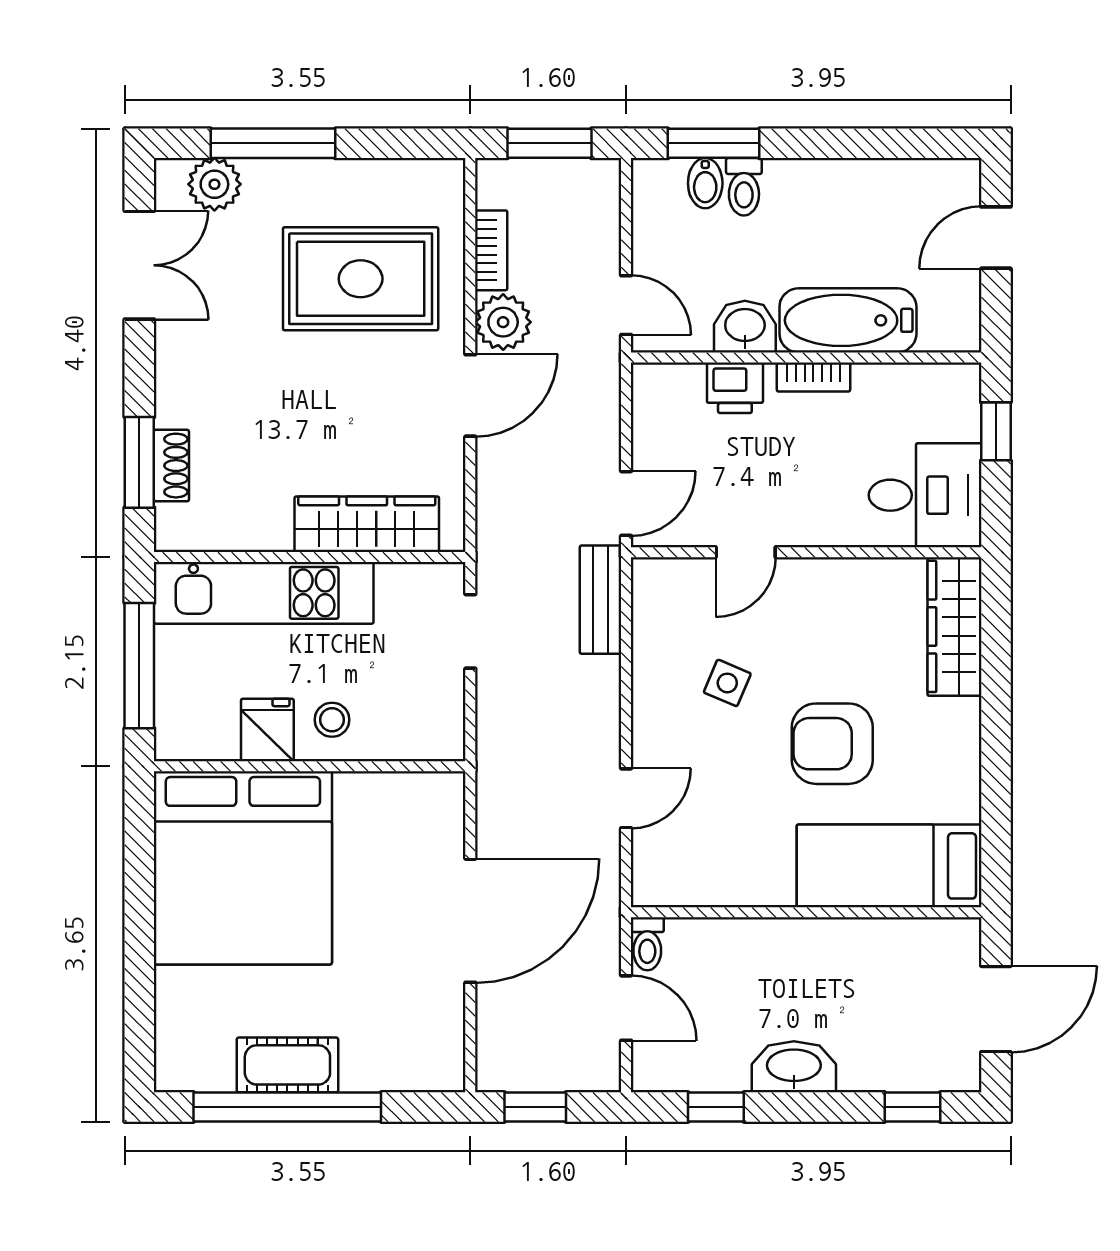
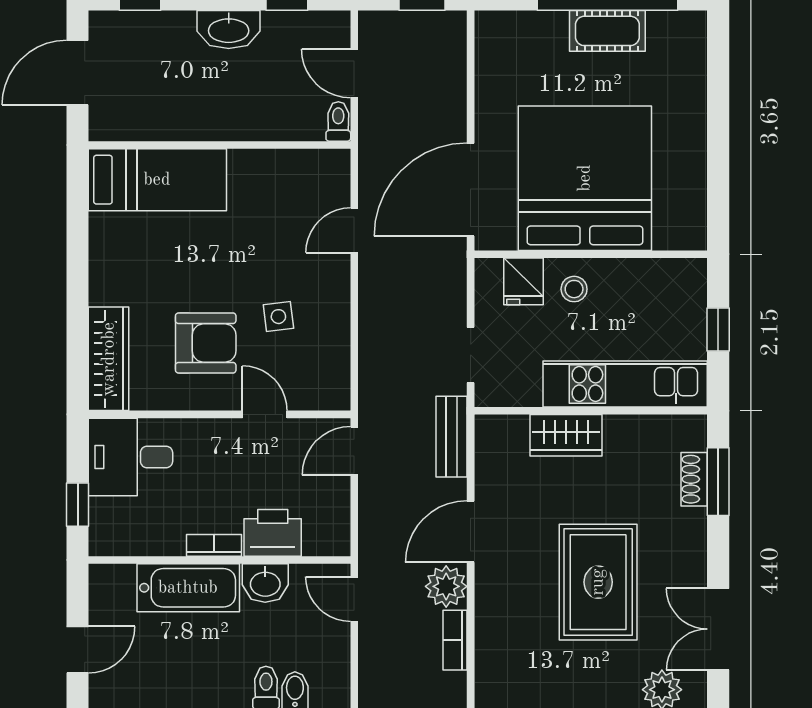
rug: (361, 279) -> (598, 582), moved, turned 90
printer: (735, 388) -> (273, 533), width x1.36, depth x1.24
wardrobe: (367, 524) -> (566, 435), width x0.67
door: (746, 552) -> (265, 414), hinge flipped
bench: (600, 600) -> (452, 437), moved
window: (139, 666) -> (718, 330), width x0.46
side table: (727, 683) -> (278, 317), turned -30
fridge: (267, 730) -> (523, 281), moved
armchair: (832, 744) -> (206, 343), moved
bed: (243, 868) -> (585, 178), moved
door: (470, 921) -> (471, 190), moved

